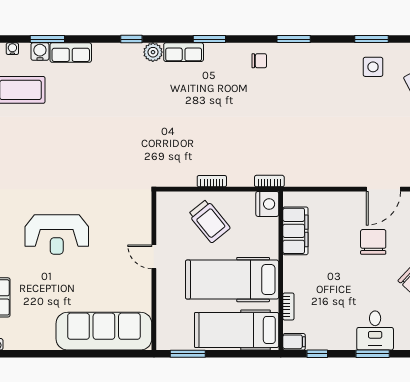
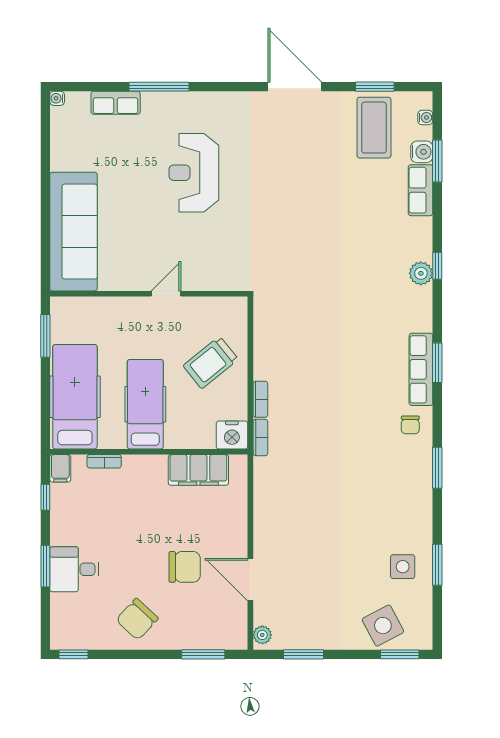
plant: (153, 52) -> (421, 273), moved
row of seats: (184, 52) -> (421, 369), moved, width x1.48
bookcase: (212, 181) -> (260, 399), moved
hospital bed: (232, 280) -> (145, 404), width x0.73, depth x0.78

